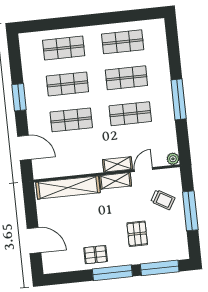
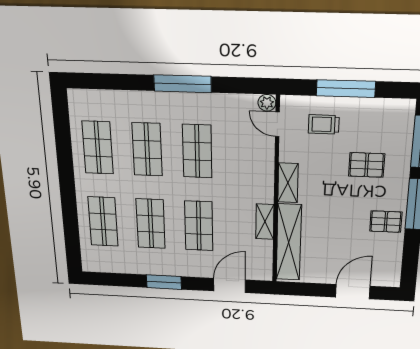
shelving: (117, 164) -> (265, 222), moved
door: (143, 170) -> (277, 124), moved
trolley: (163, 200) -> (324, 124), turned -120
pallet: (96, 255) -> (386, 222), turned 90

